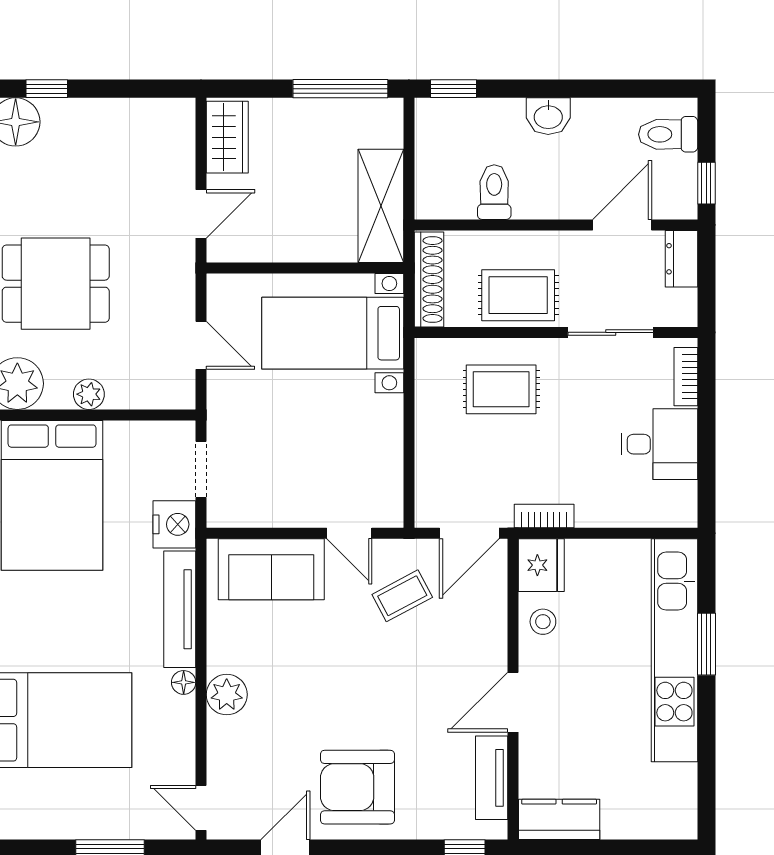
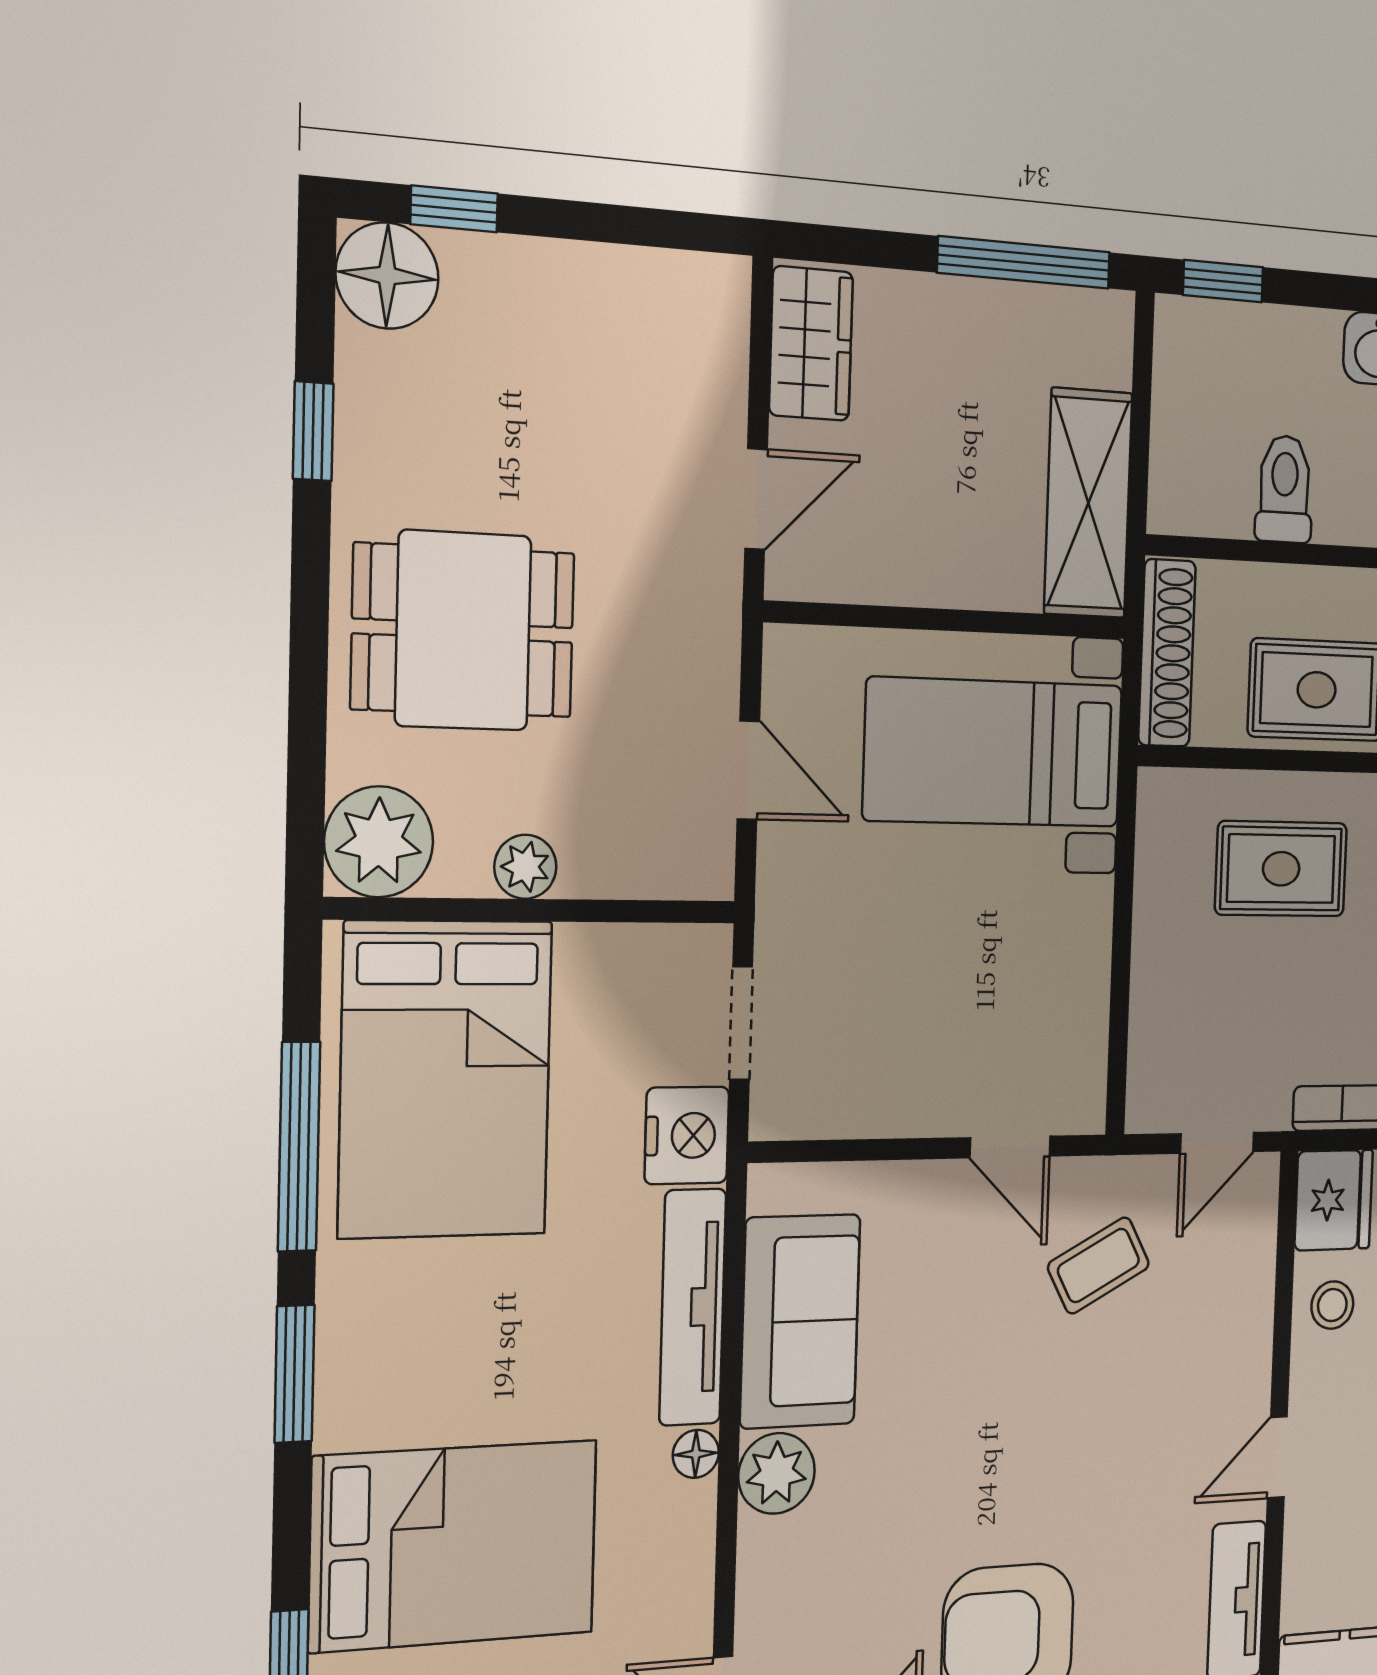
door: (469, 533) -> (1217, 1143), width x0.73
sofa: (271, 569) -> (800, 1321), moved, turned -90
door: (513, 702) -> (1277, 1457), width x0.73

